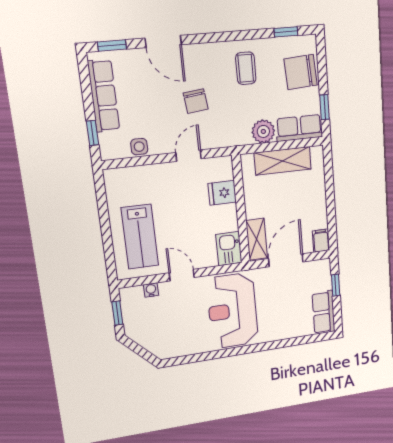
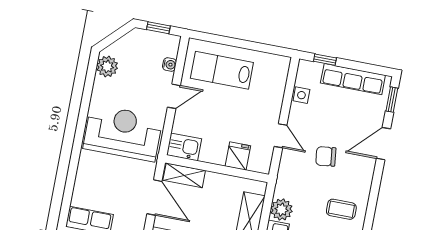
plant: (173, 348) -> (107, 66), added

